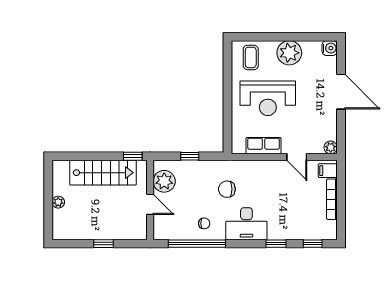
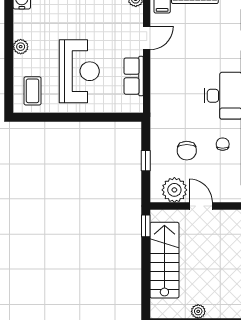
plant: (289, 53) -> (21, 47), width x0.53, depth x0.53
coffee table: (251, 57) -> (32, 91), turned 90
chair: (227, 189) -> (187, 151), moved
door: (150, 204) -> (201, 206), hinge flipped

